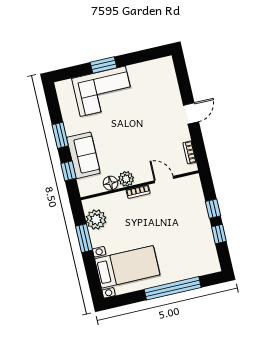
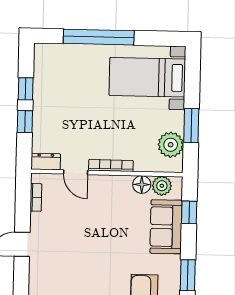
window: (60, 135) -> (188, 275), moved
plant: (126, 179) -> (162, 186), moved
dresser: (189, 182) -> (46, 162), added
bookcase: (138, 192) -> (111, 166), width x1.56

